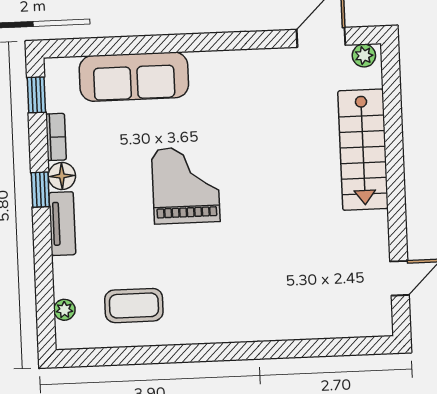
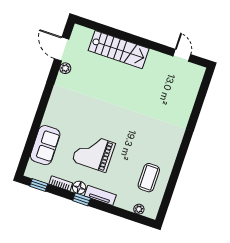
plant: (364, 56) -> (65, 68), moved
sofa: (134, 77) -> (45, 145), width x0.73
grand piano: (186, 185) -> (94, 152), moved

